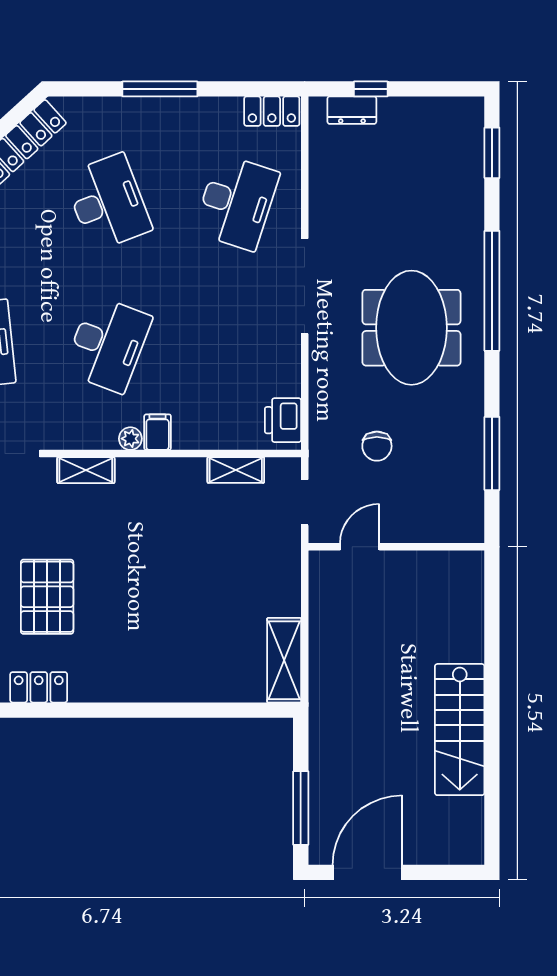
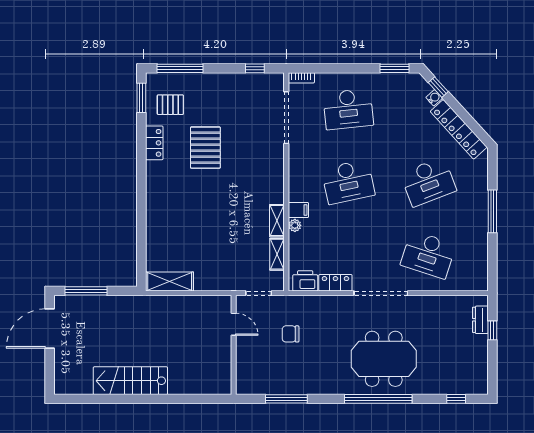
locker: (272, 111) -> (335, 283), moved, turned 90
window: (492, 153) -> (456, 399), width x0.67
meeting table: (411, 328) -> (384, 359), moved
desk: (108, 344) -> (348, 182), turned -33
plant: (130, 439) -> (295, 225), moved
shelving: (86, 470) -> (277, 221), moved
pallet: (47, 597) -> (205, 148), turned 90
door: (367, 872) -> (50, 329), swing flipped

